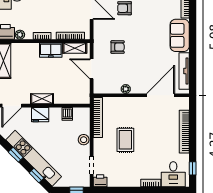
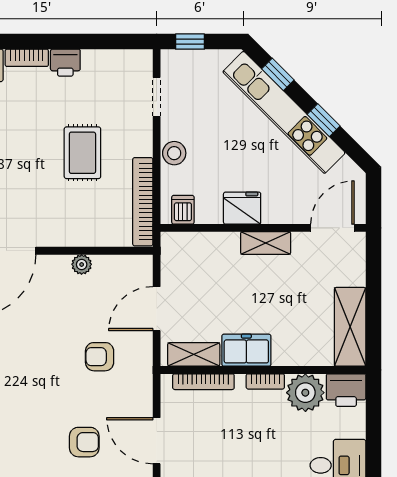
plant: (20, 35) -> (305, 393), width x1.87, depth x1.87
door: (92, 69) -> (157, 309), swing flipped
dishwasher: (67, 114) -> (183, 210), moved
fridge: (40, 115) -> (242, 208), moved
printer: (100, 181) -> (65, 63), moved

